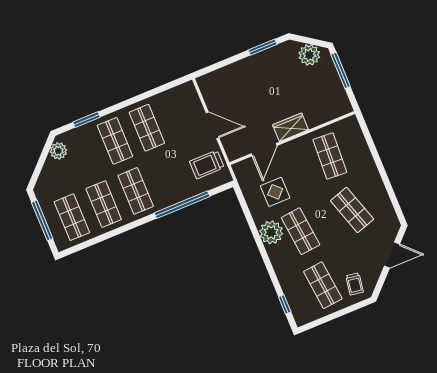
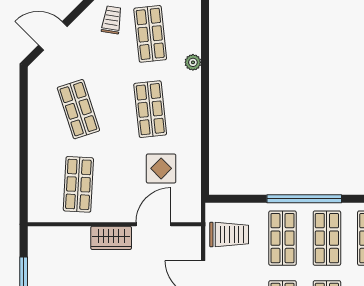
shop shelf: (167, 178) -> (282, 238), added
window: (182, 205) -> (304, 199), moved
plant: (271, 232) -> (193, 62), moved, width x0.53, depth x0.53
window: (285, 304) -> (205, 30), removed

